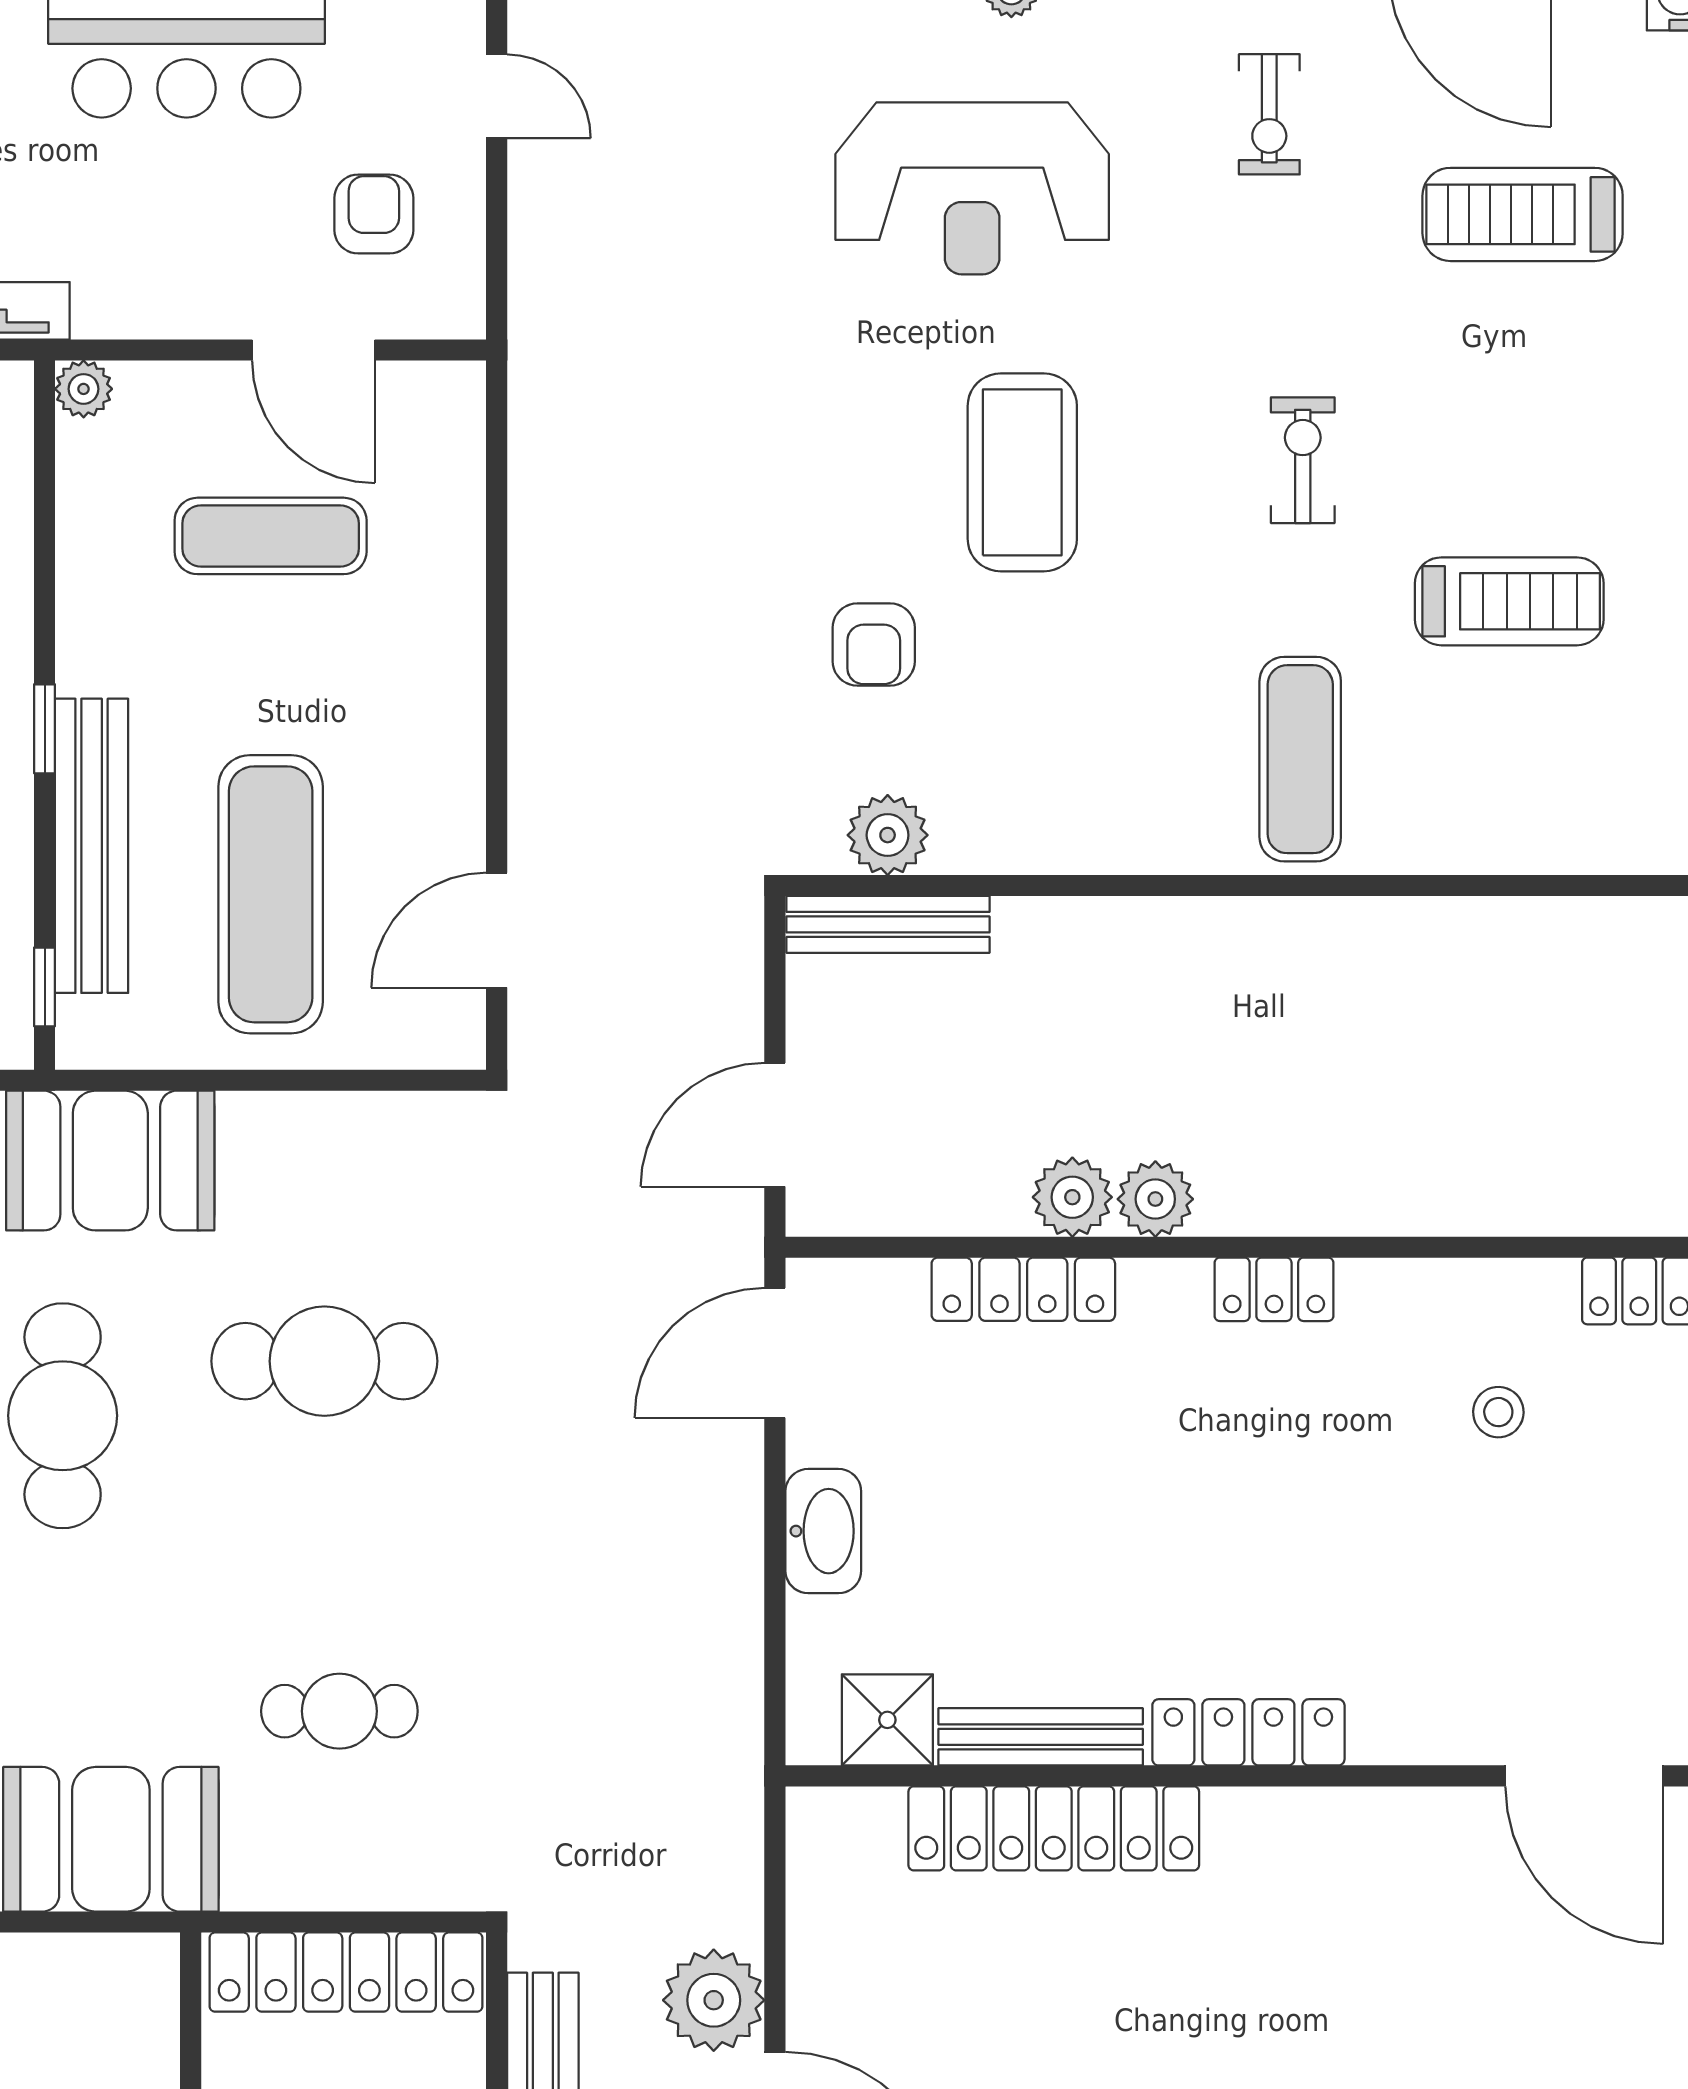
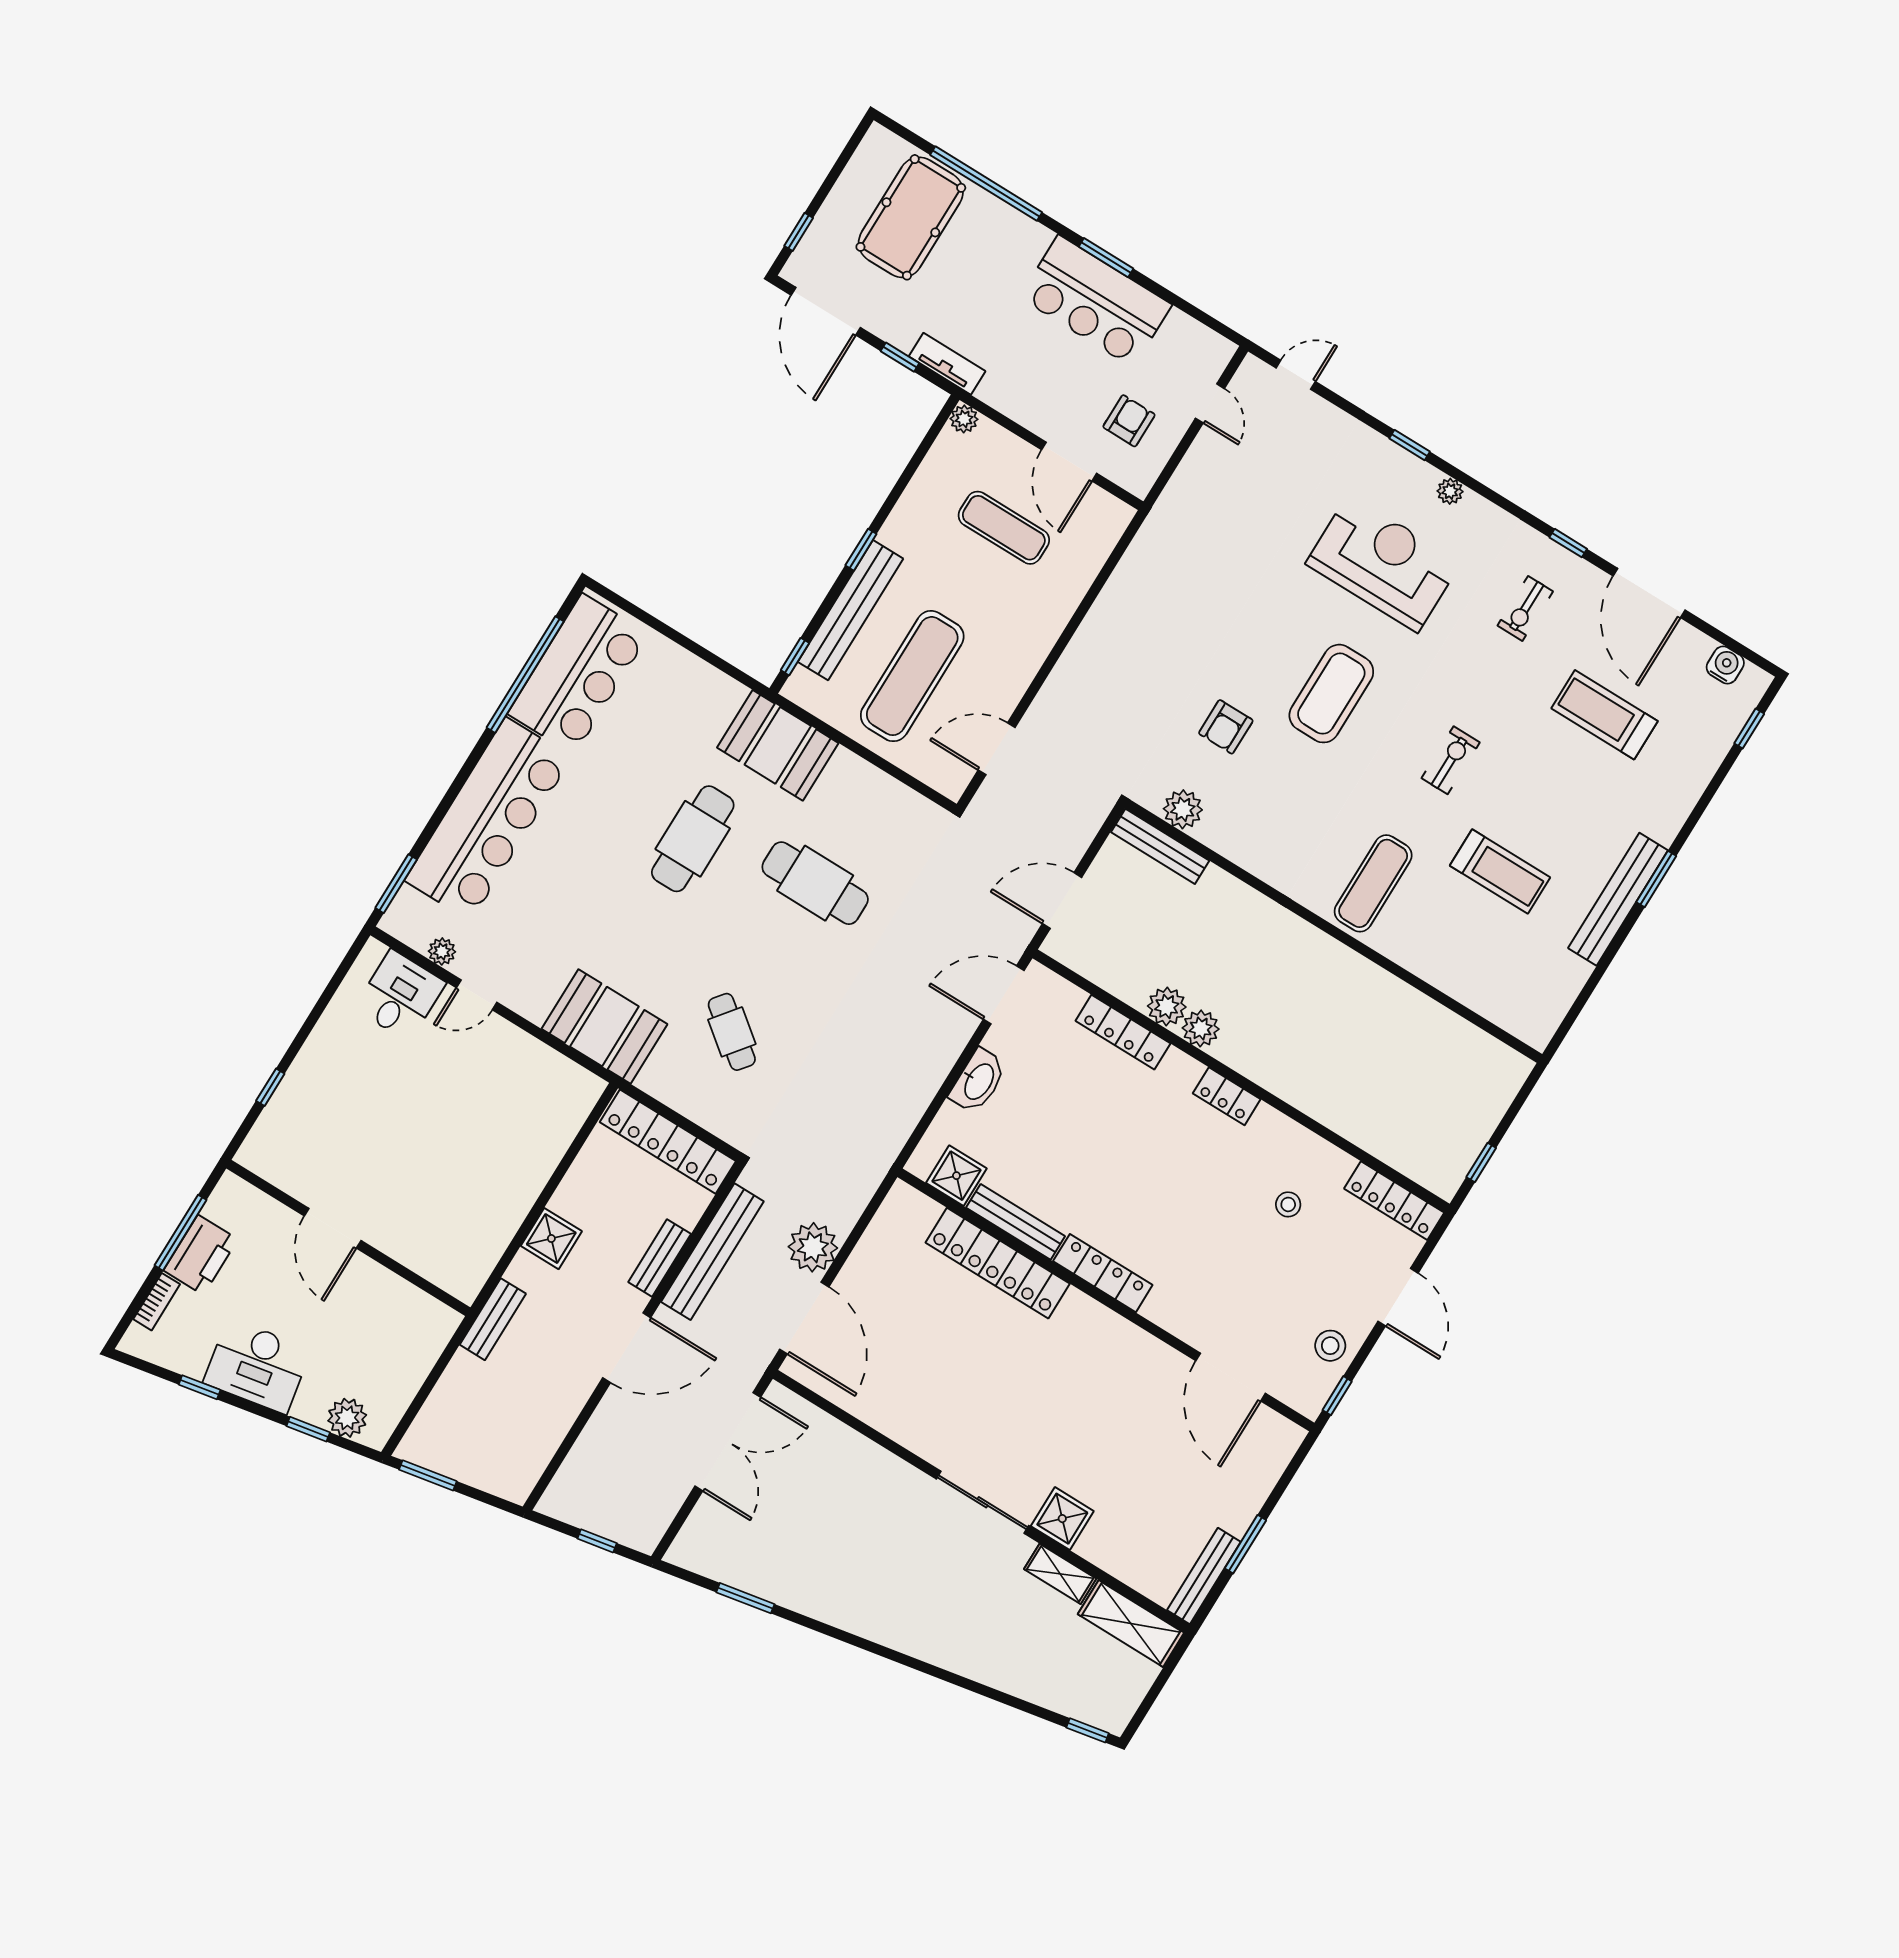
reception desk: (972, 188) -> (1383, 563), turned 180
cafe table: (339, 1711) -> (732, 1032), turned 38

